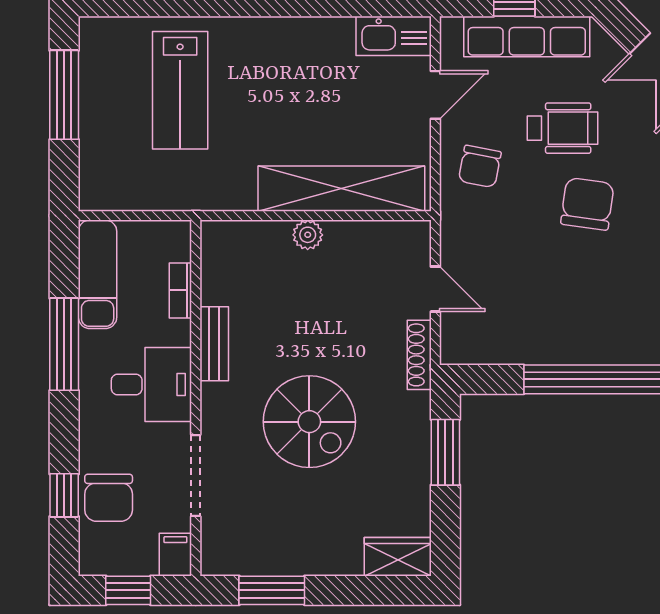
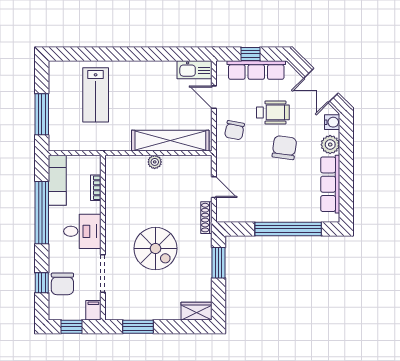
window: (64, 95) -> (42, 114), moved
door: (435, 95) -> (214, 97), swing flipped
window: (64, 344) -> (42, 213), width x1.46
bench: (214, 344) -> (111, 212), removed

